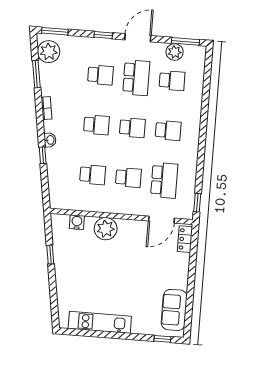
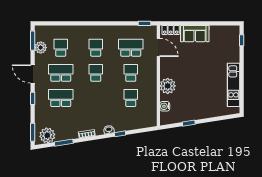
school desk: (100, 75) -> (61, 98), width x1.85
school desk: (96, 125) -> (96, 98), removed
sofa: (174, 310) -> (195, 34), moved

